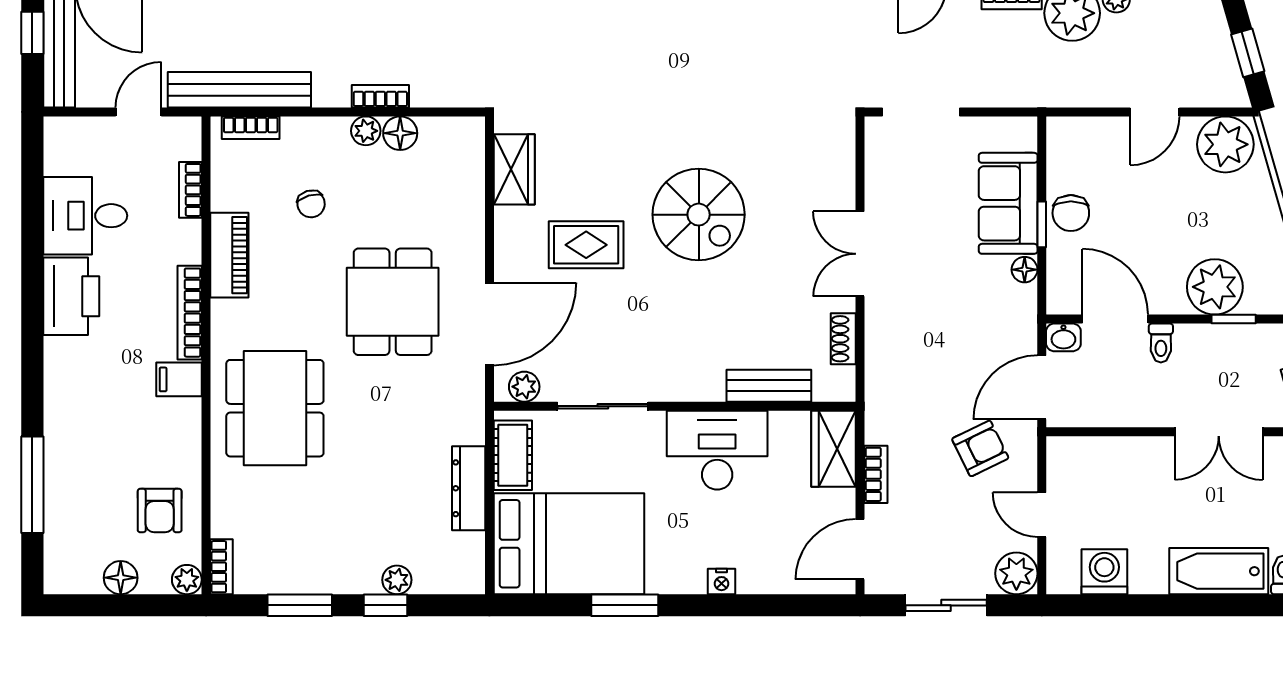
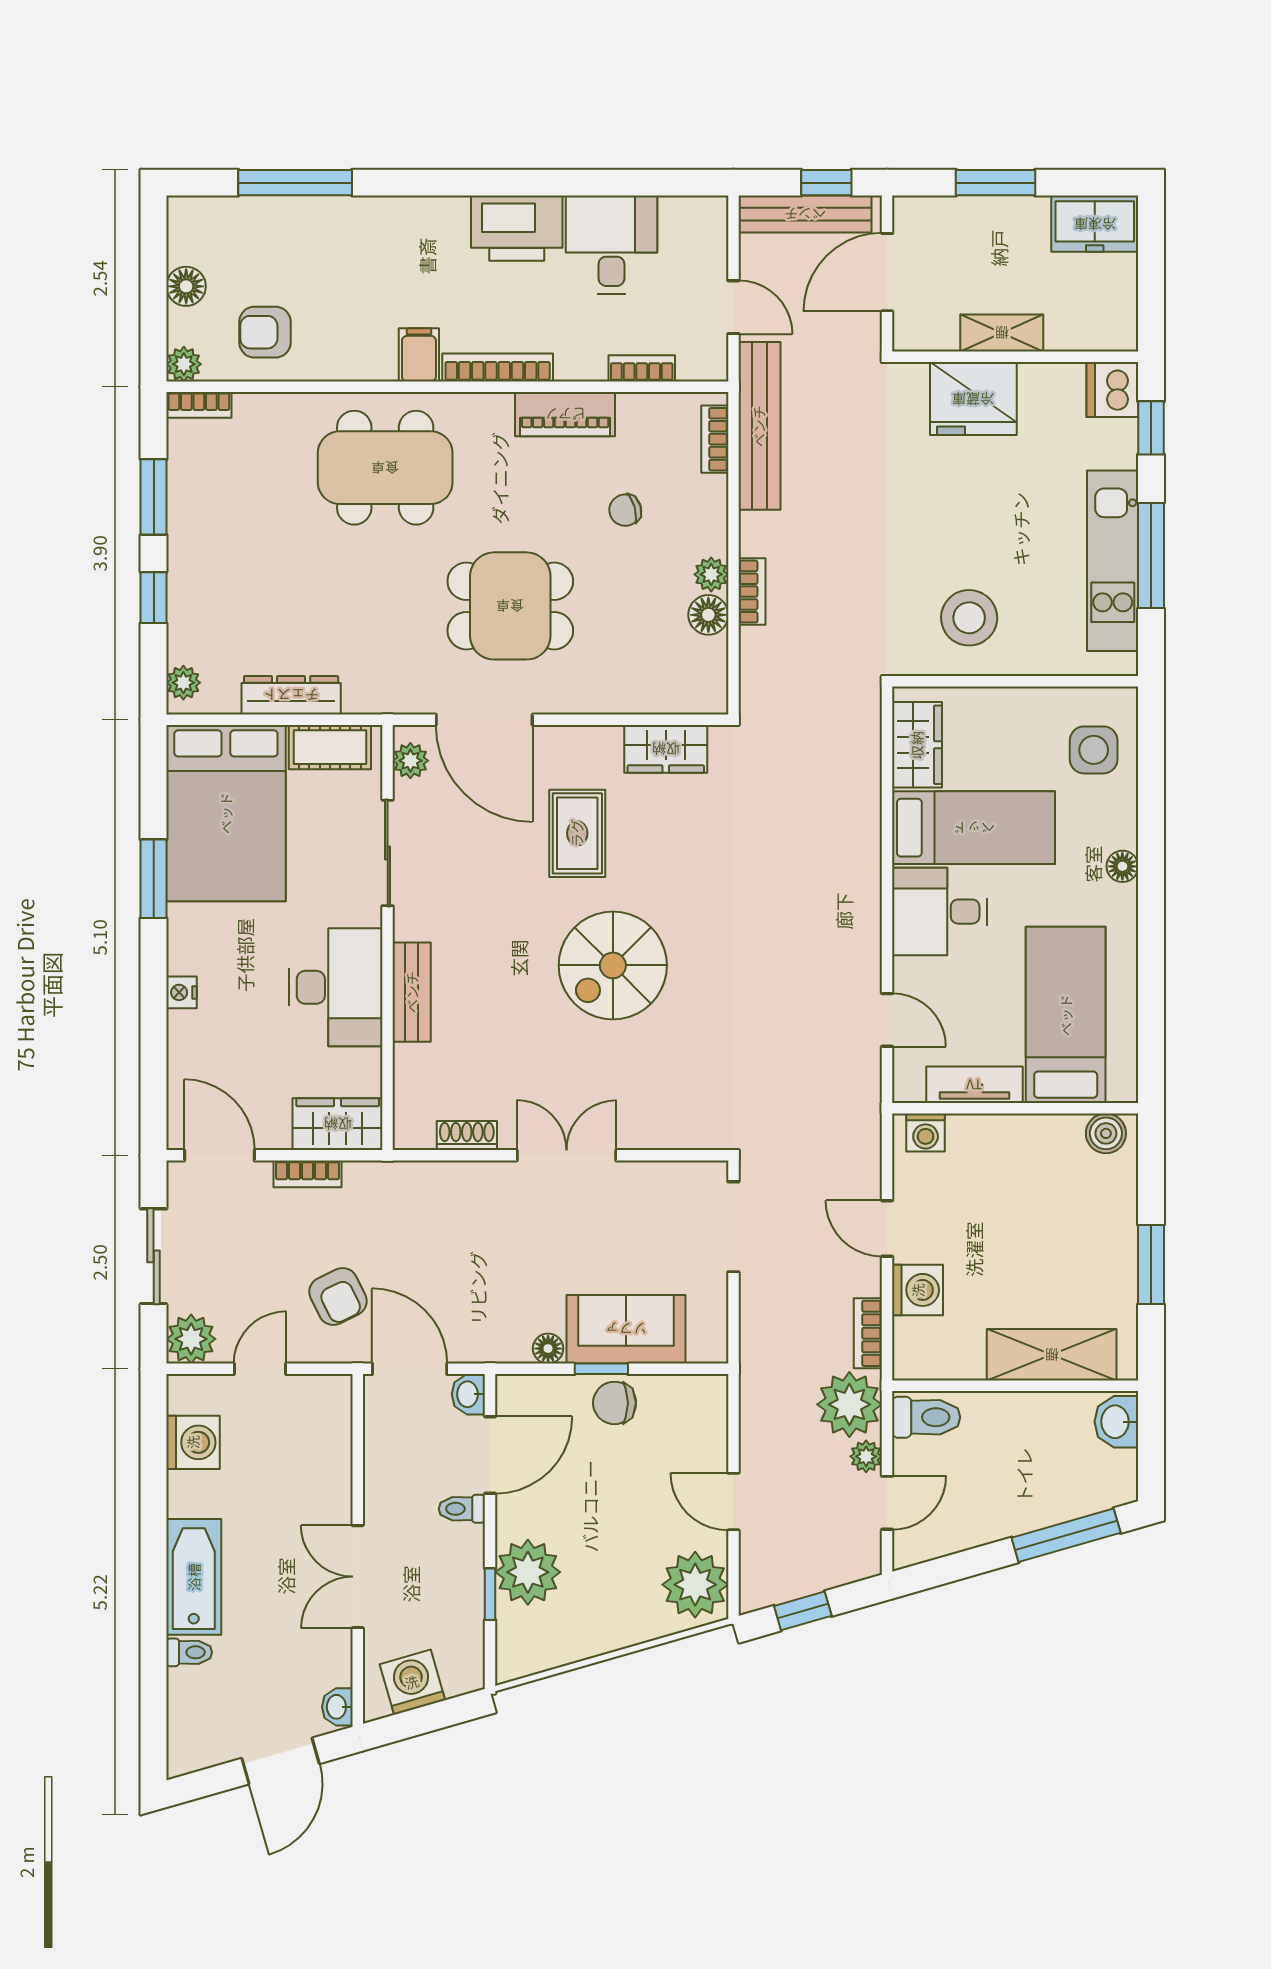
bench: (769, 386) -> (412, 992), moved
plant: (397, 580) -> (183, 683), moved

